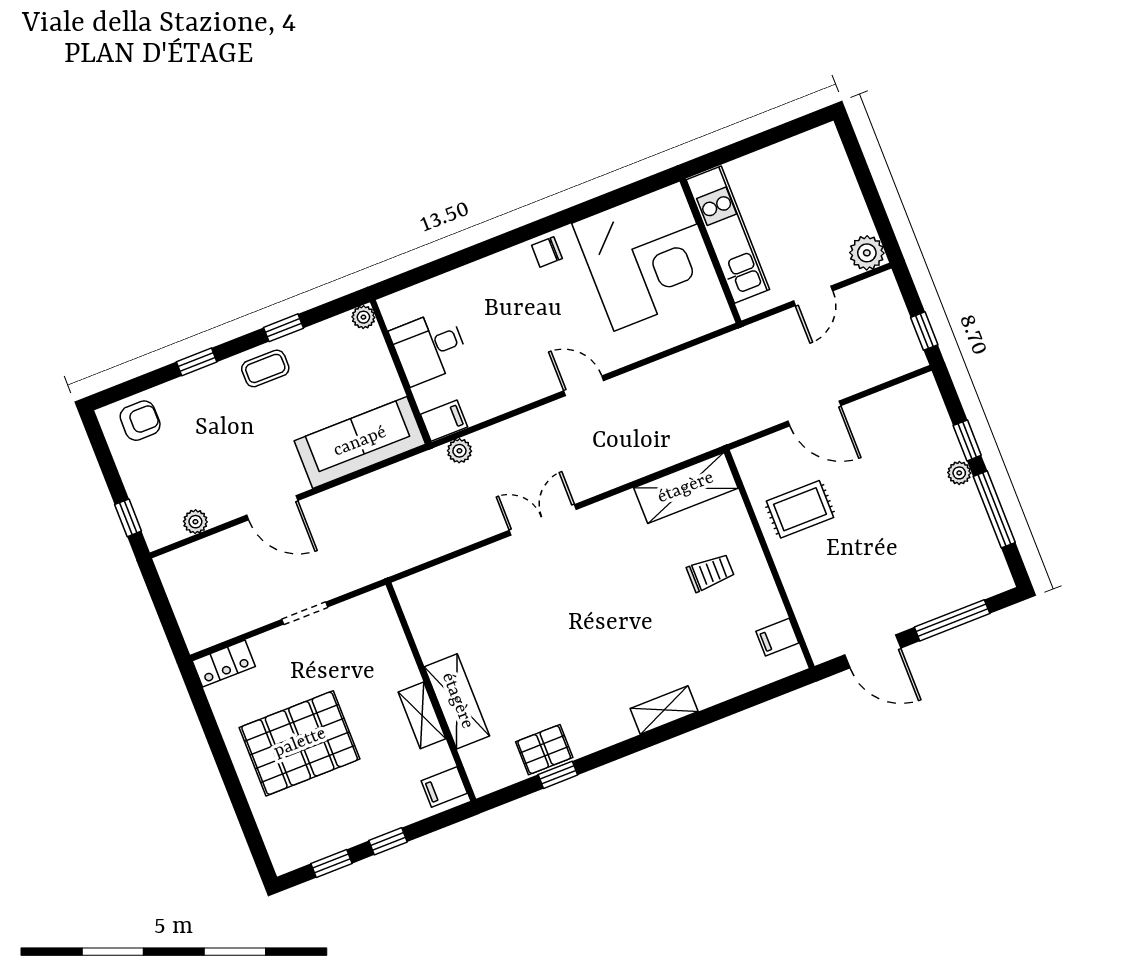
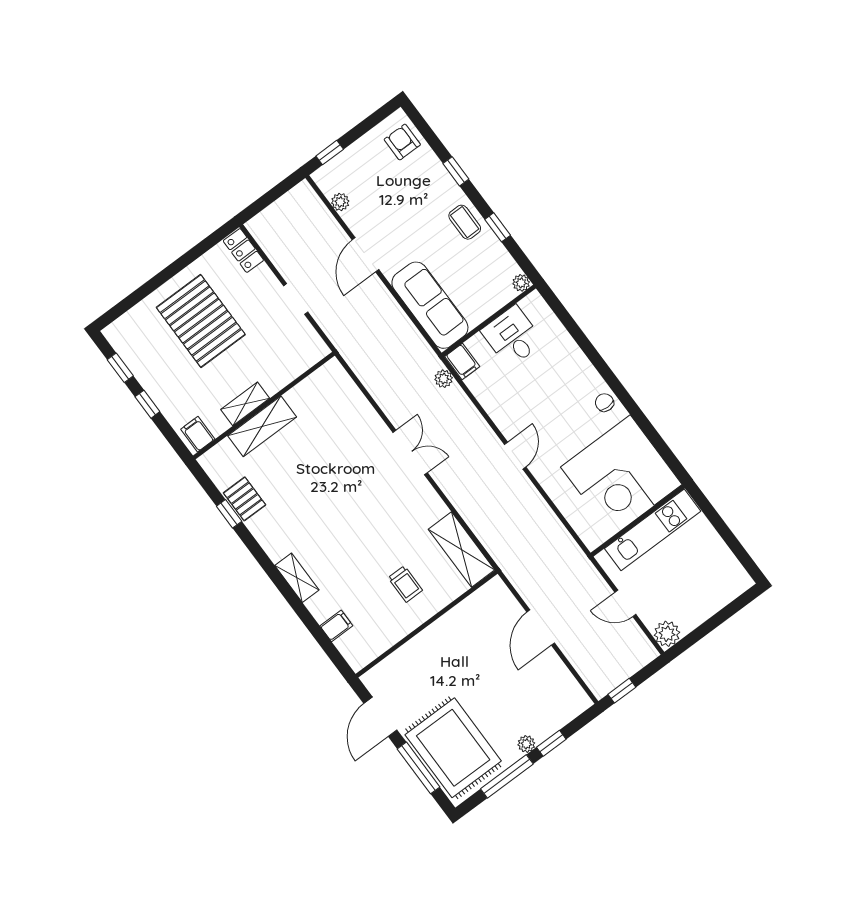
armchair: (140, 421) -> (402, 142), turned 180
rug: (800, 509) -> (453, 748), moved, width x1.86, depth x2.06
filing cabinet: (777, 637) -> (336, 626), moved, turned 90

